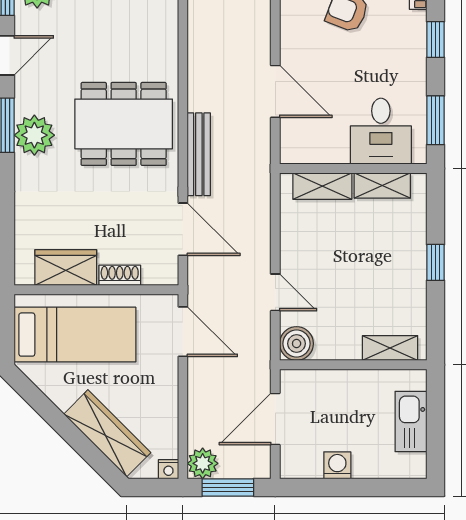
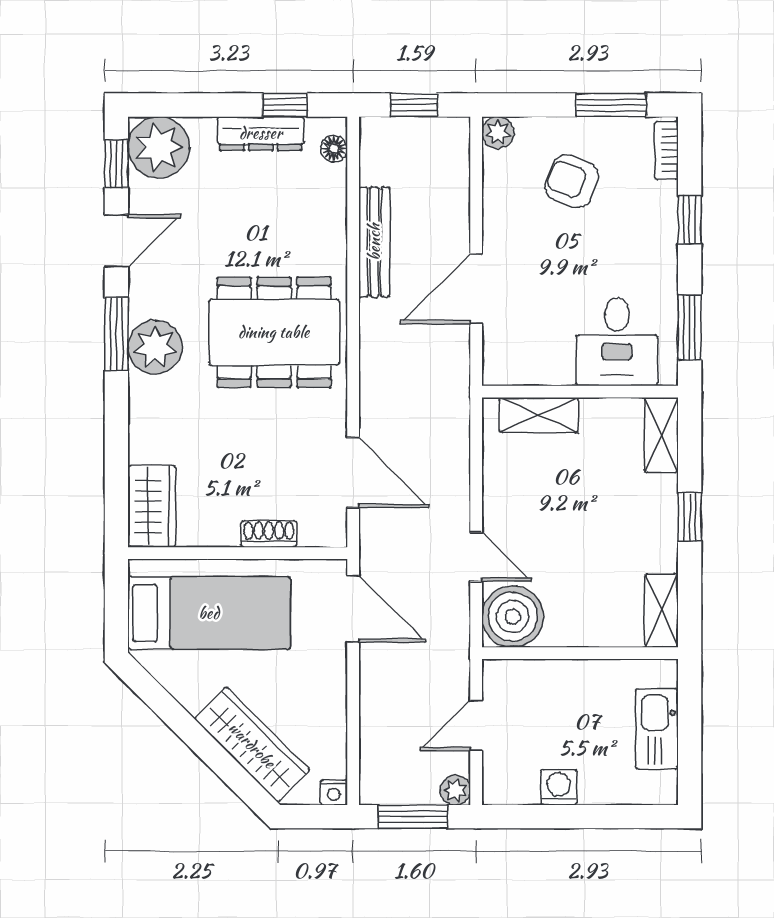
door: (275, 91) -> (476, 289), swing flipped
bench: (199, 154) -> (374, 242), moved
shelving: (382, 185) -> (661, 435), moved, turned 90
wardrobe: (66, 268) -> (152, 506), moved, turned 90
boiler: (297, 344) -> (513, 617), width x1.37, depth x1.37
shelving: (390, 348) -> (662, 611), moved, turned 90
door: (275, 419) -> (476, 726), width x0.73
plant: (203, 463) -> (455, 790), moved, width x0.73, depth x0.73

